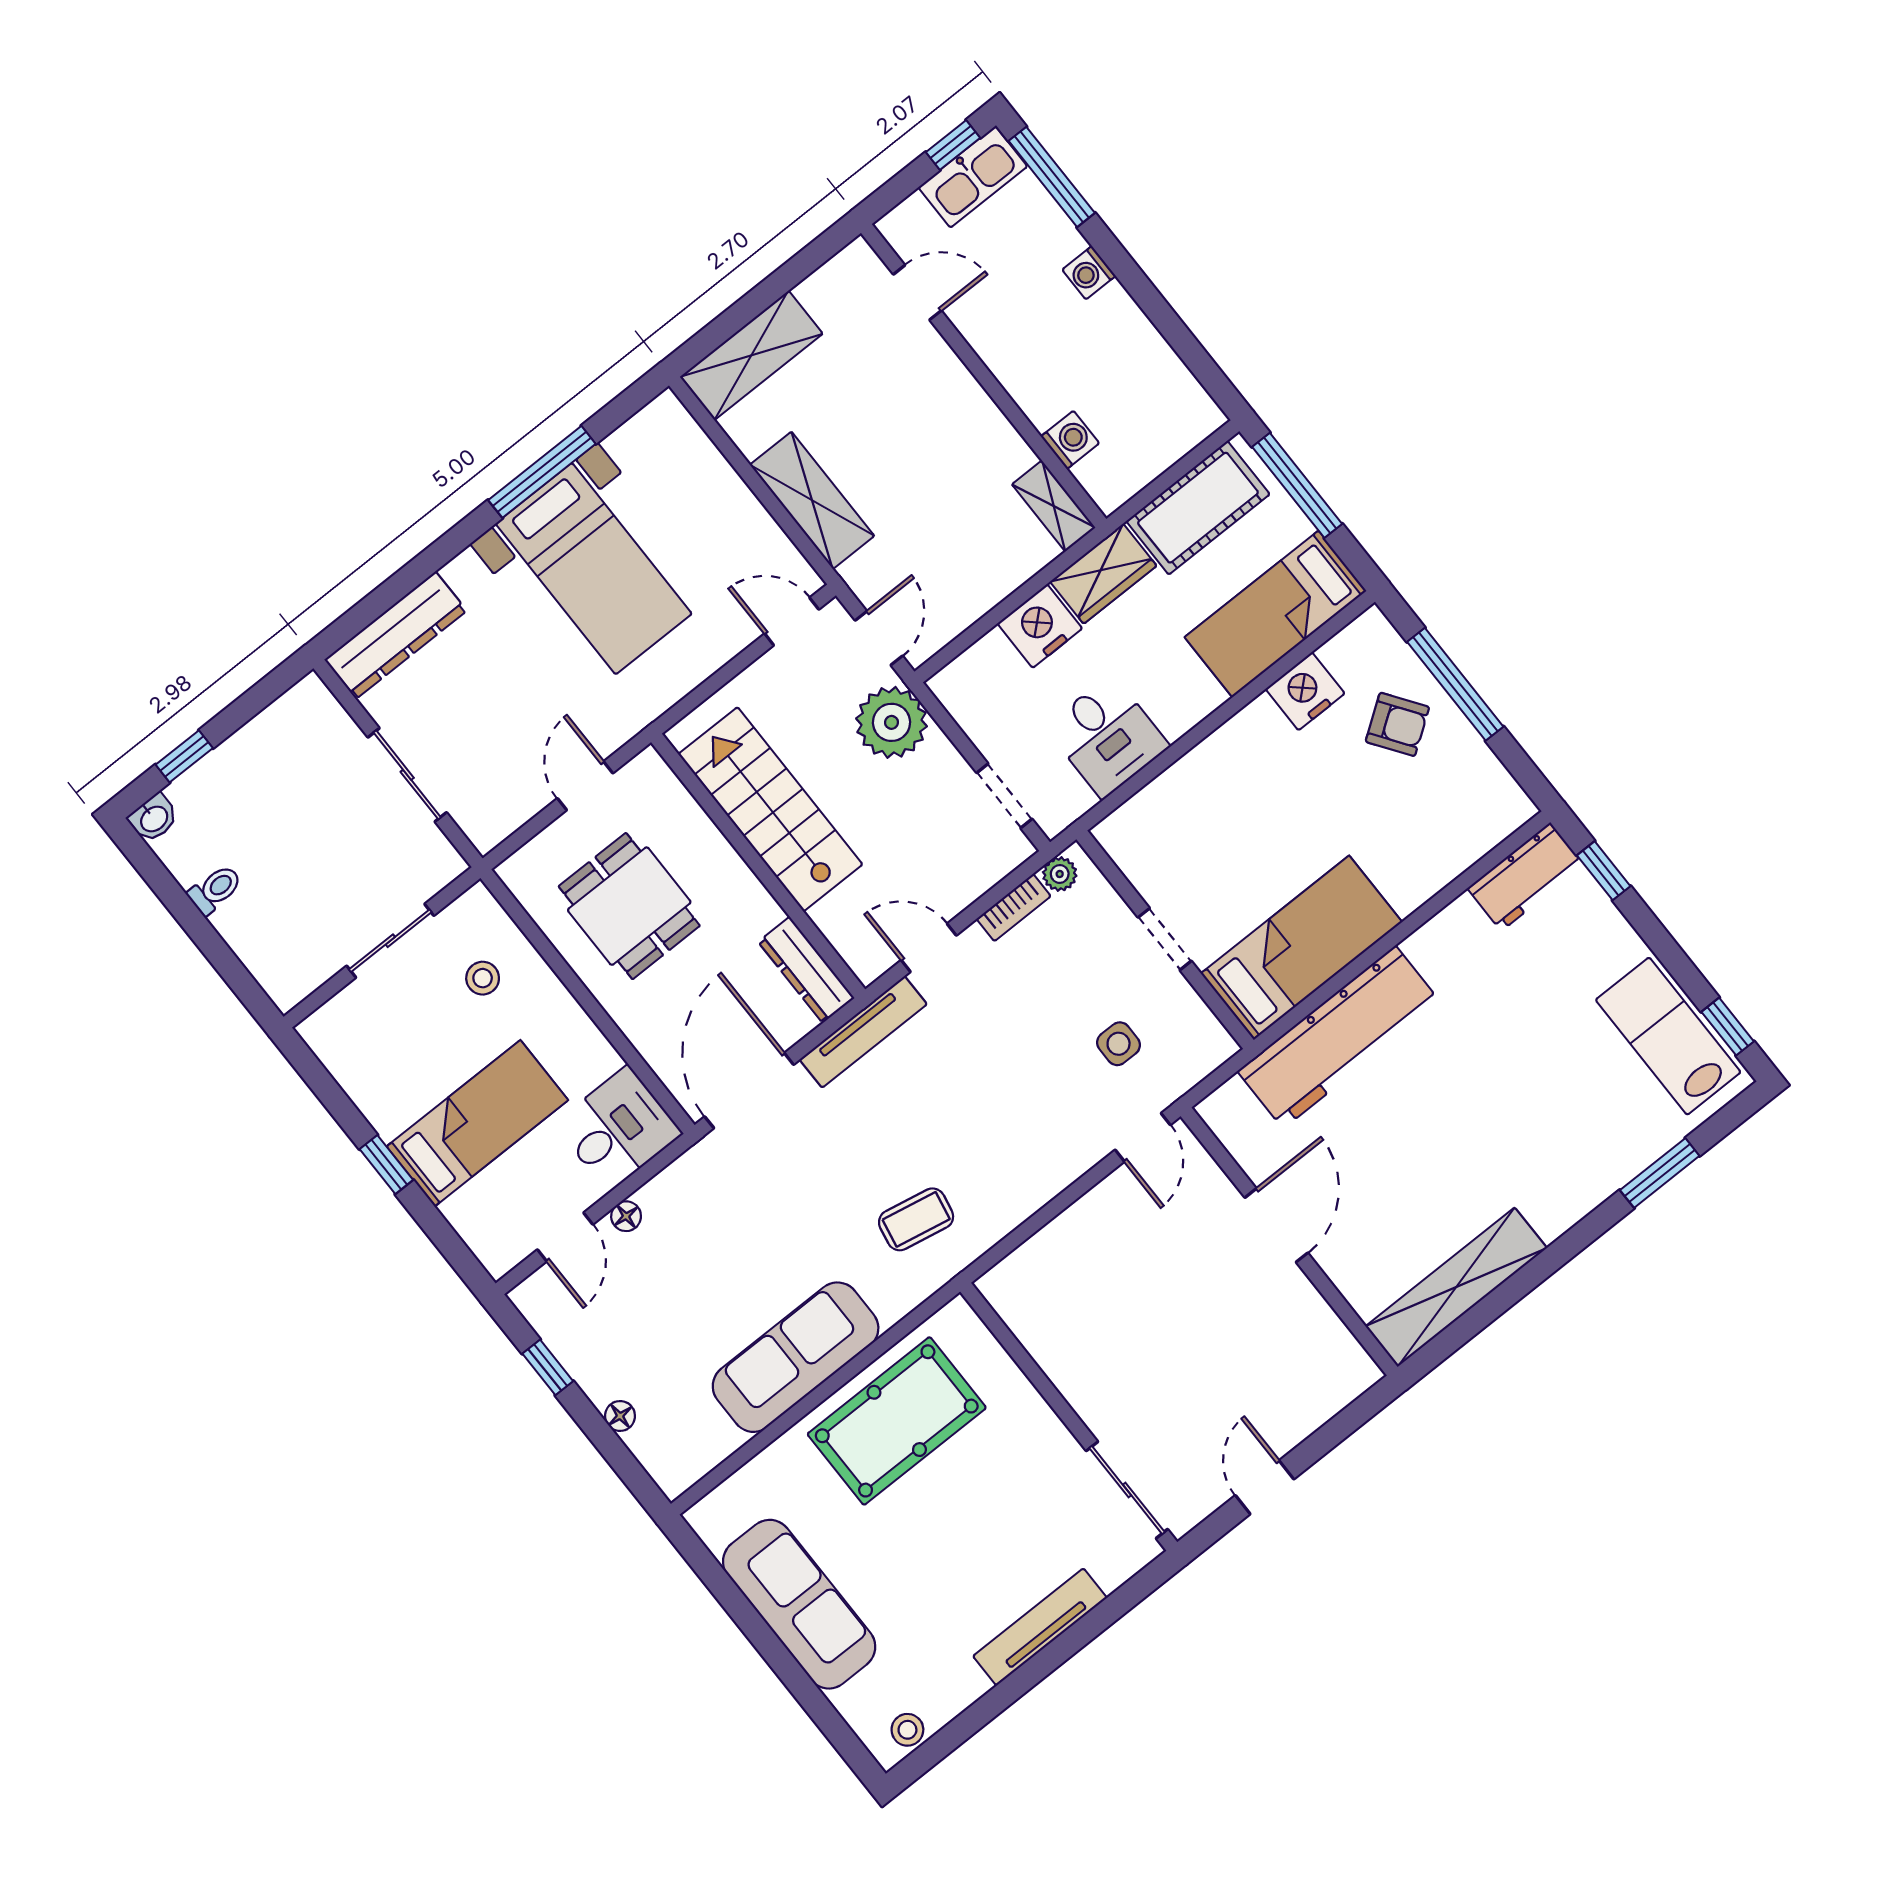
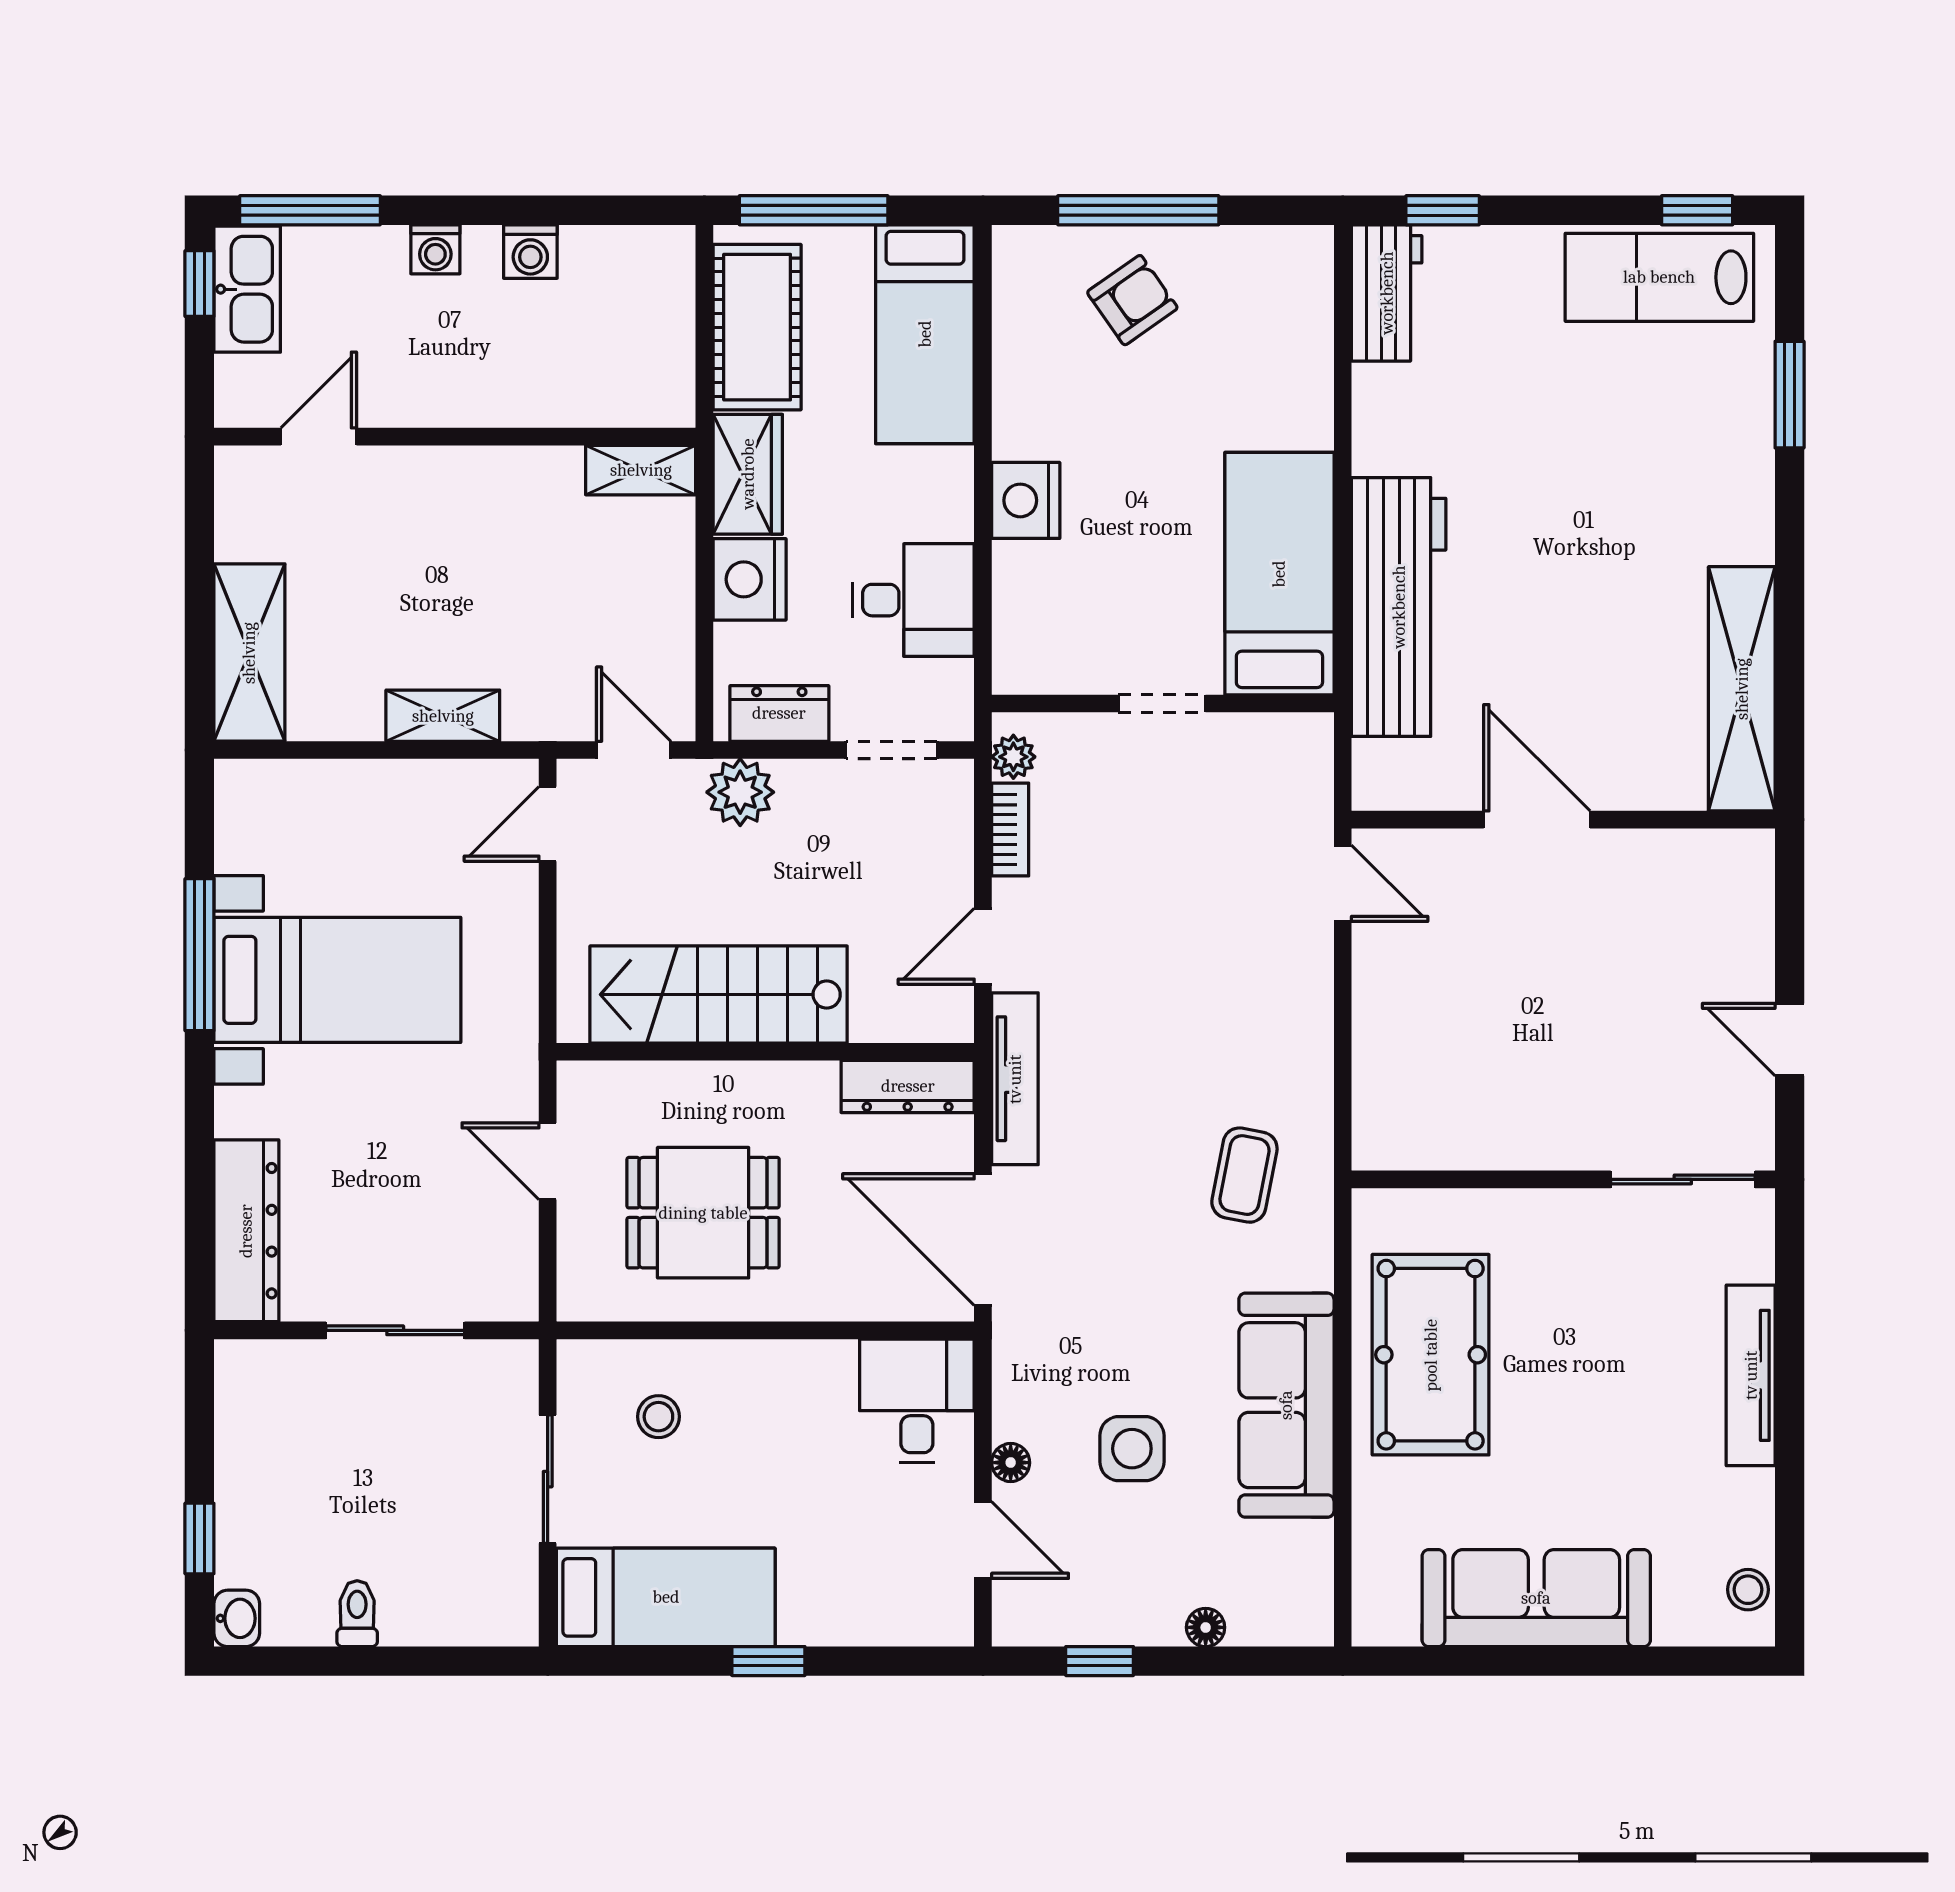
washing machine: (1070, 440) -> (530, 252), moved, turned 180
shelving: (812, 500) -> (443, 716), width x0.67, depth x0.75
nightstand: (1305, 691) -> (1026, 500), moved
dresser: (972, 710) -> (779, 713), added
plant: (892, 722) -> (740, 792), width x0.73, depth x0.73
side table: (1119, 1044) -> (1132, 1449), moved, width x1.37, depth x1.37
bed: (477, 1123) -> (666, 1597), moved, turned 90

